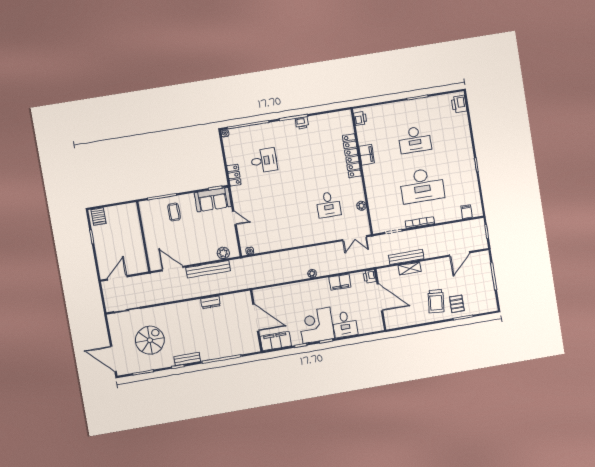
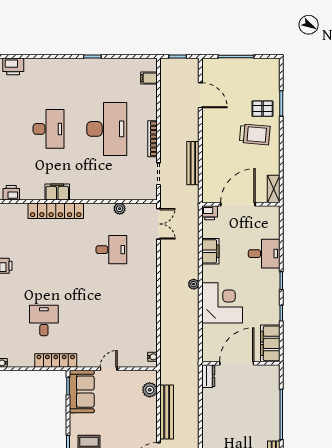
locker: (234, 175) -> (56, 360), width x1.53
shelving: (410, 268) -> (274, 189), moved
dresser: (211, 302) -> (208, 376), moved
corner desk: (316, 325) -> (222, 303), moved, turned 180

